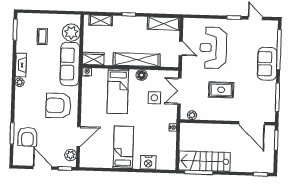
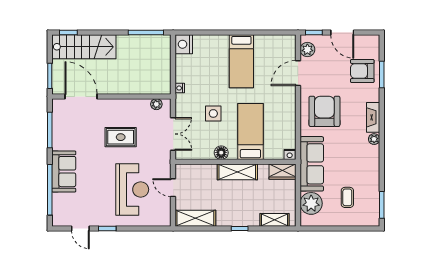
shelving: (137, 60) -> (237, 172), width x0.68
fireplace: (21, 65) -> (373, 117), moved
side table: (154, 98) -> (213, 113), moved
armchair: (58, 106) -> (324, 111), turned -90
armchair: (27, 137) -> (362, 71), turned -90
stairs: (204, 161) -> (84, 47), moved
nightstand: (148, 162) -> (184, 44), moved, turned -90

